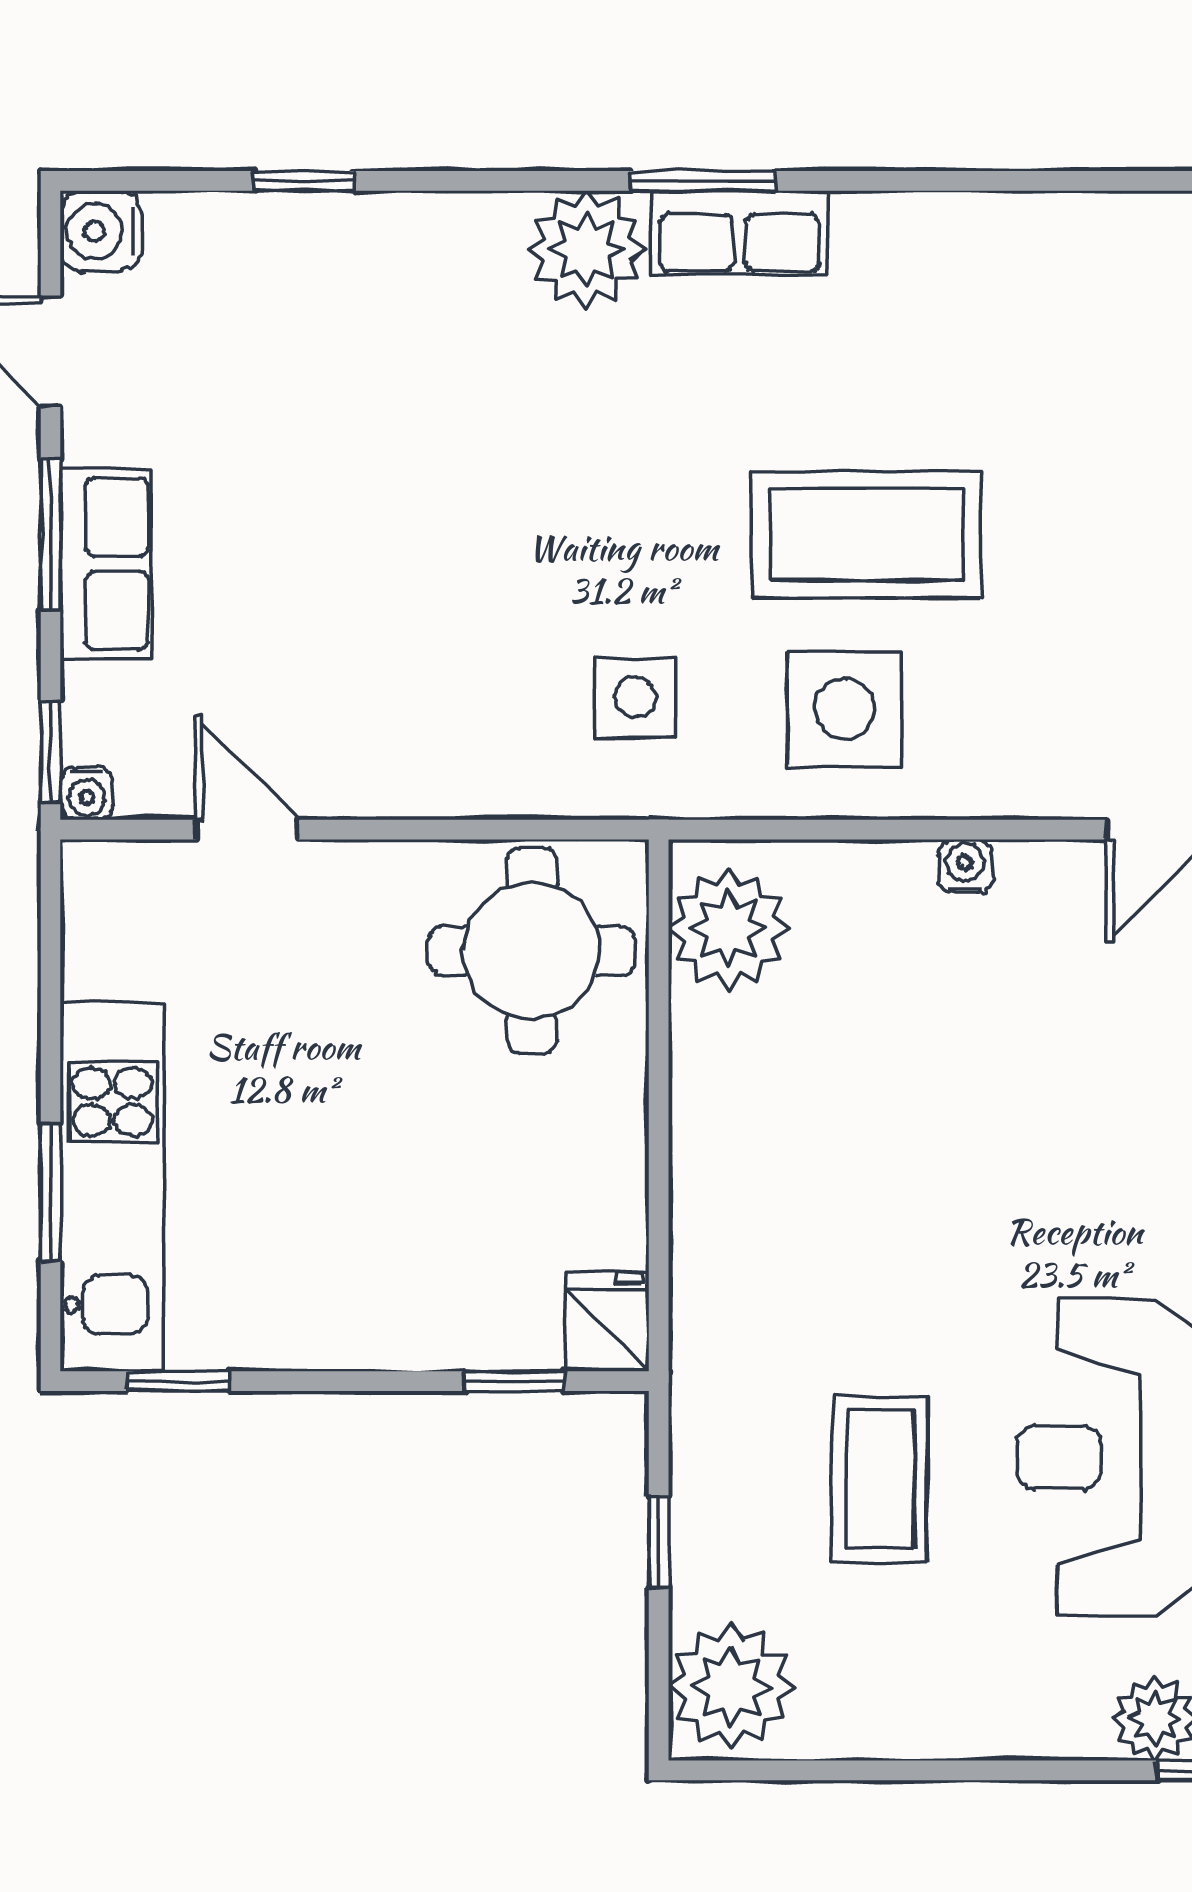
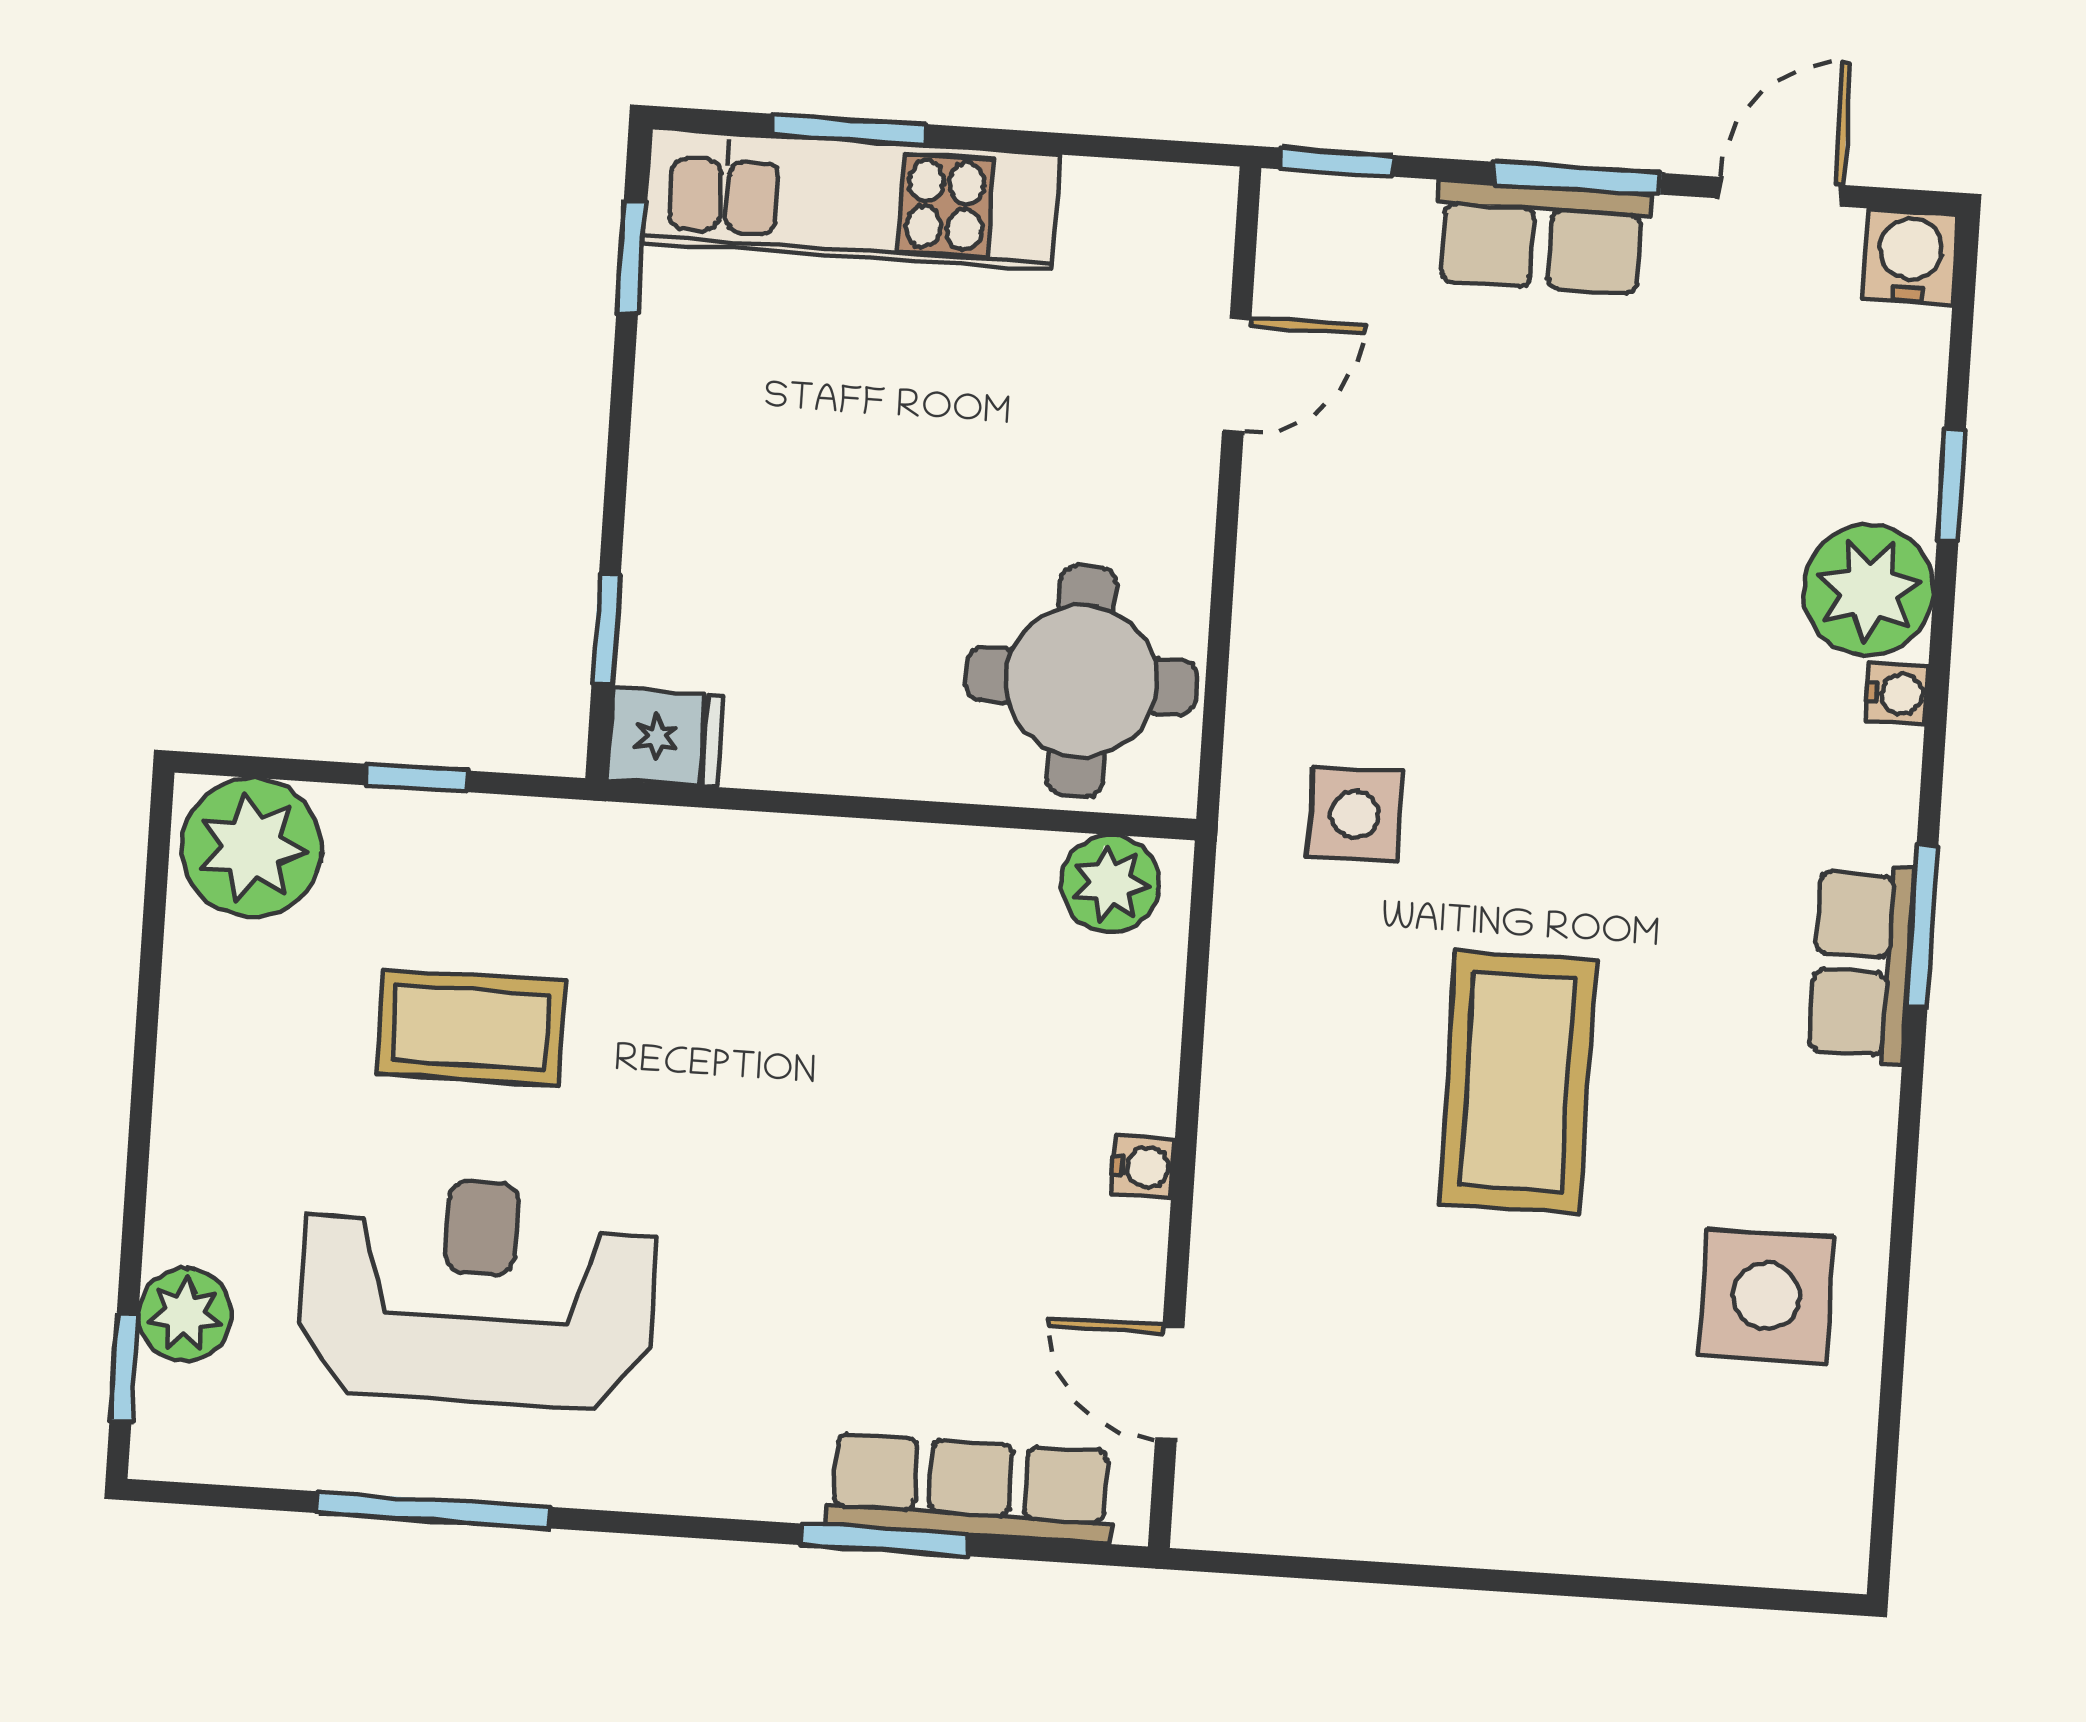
plant: (586, 249) -> (1868, 590), moved
side table: (845, 709) -> (1766, 1296), moved
water cooler: (87, 793) -> (1897, 694), moved, turned 180
plant: (728, 929) -> (1110, 884), width x0.73, depth x0.73

